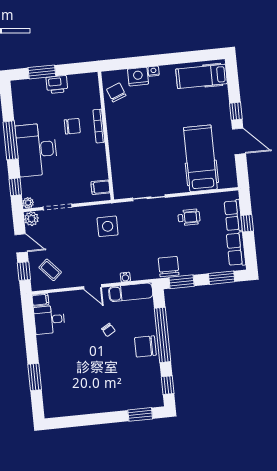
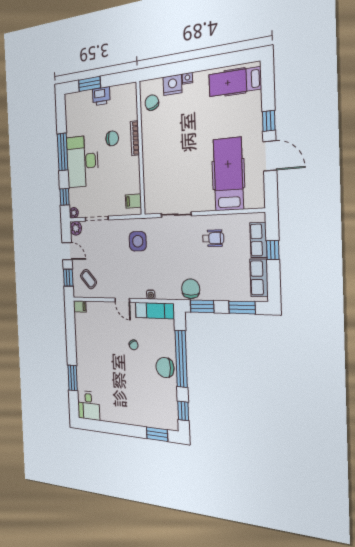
desk: (49, 320) -> (89, 405), moved, turned -90

